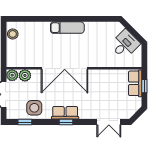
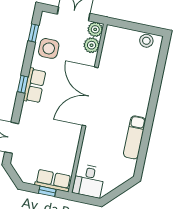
exam couch: (67, 28) -> (135, 137), moved
desk: (125, 44) -> (89, 181), moved, turned 45

